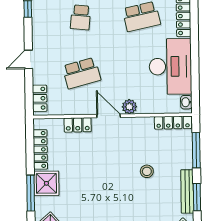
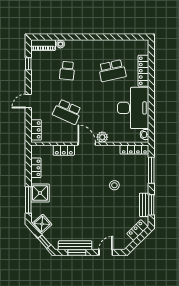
school desk: (81, 73) -> (67, 112), turned 39
locker: (40, 149) -> (36, 168), width x0.66
bench: (187, 191) -> (144, 205), width x0.73

